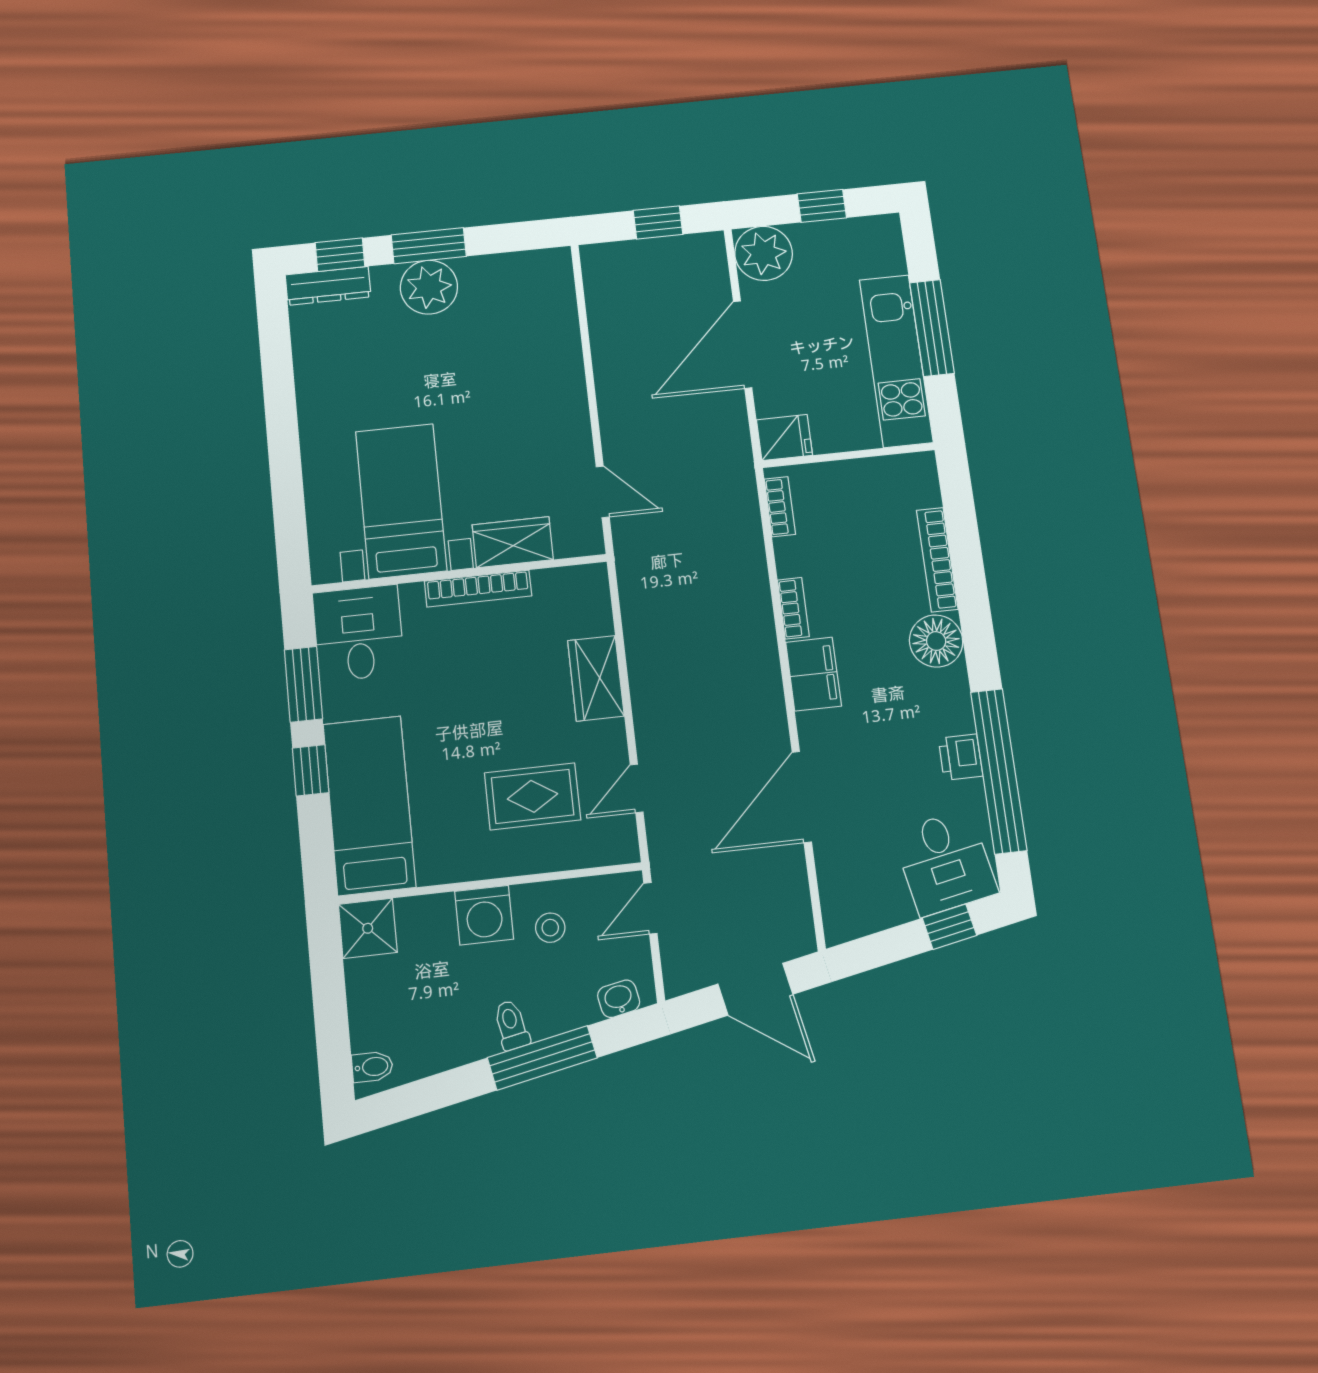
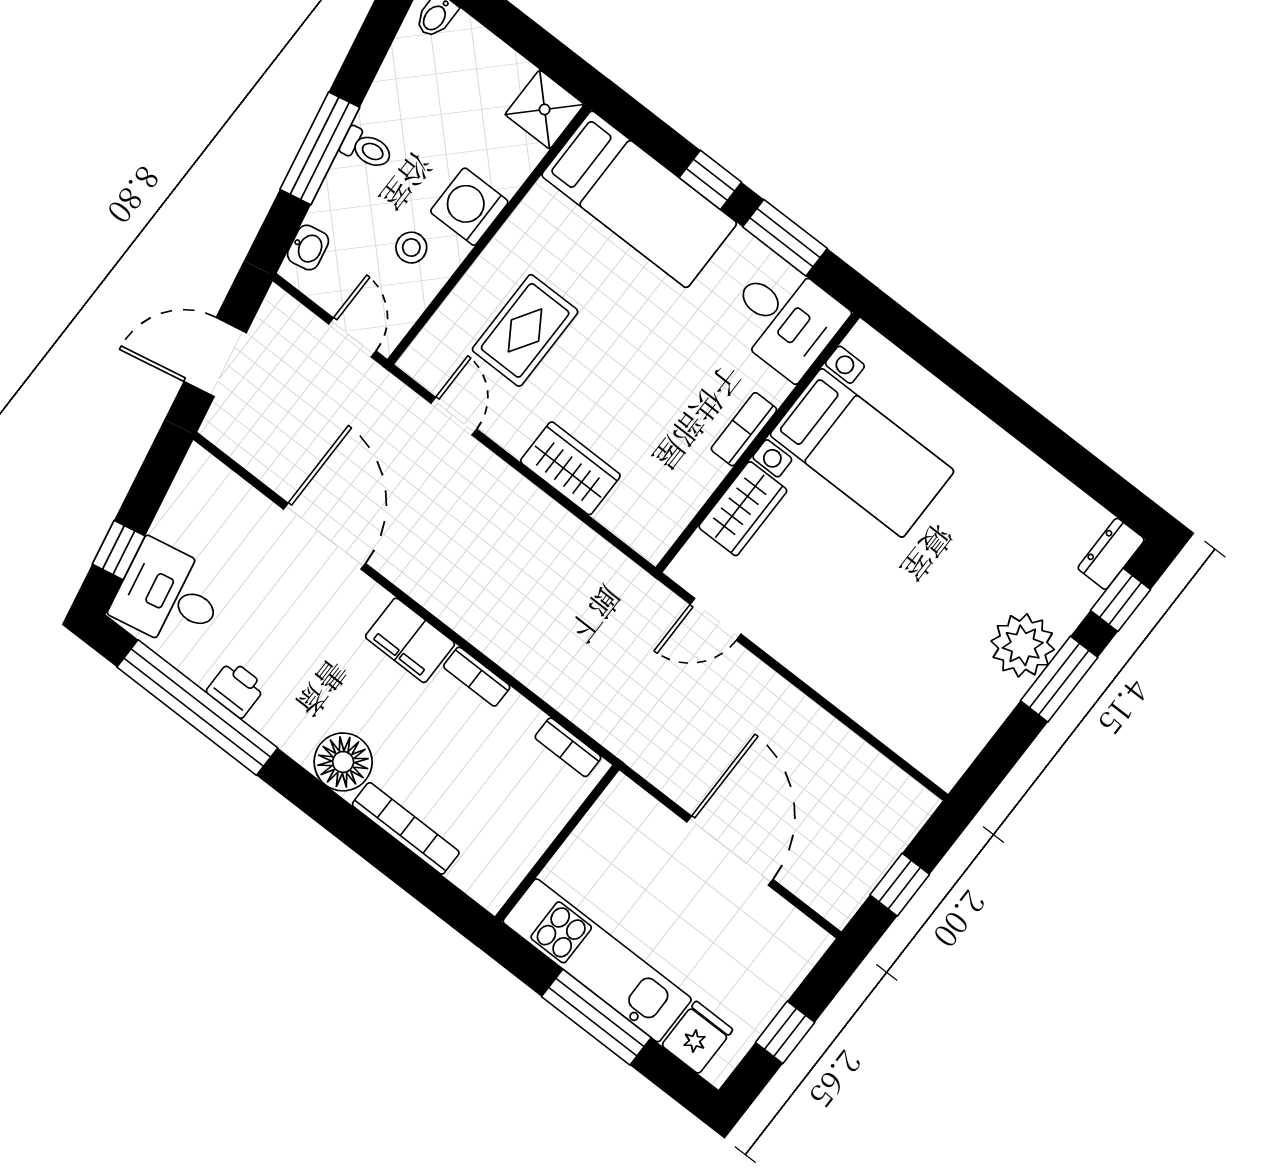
plant: (764, 253) -> (790, 944), removed
dresser: (328, 286) -> (1111, 554), width x0.70
fridge: (784, 437) -> (697, 1037), moved, turned 180
bookcase: (478, 589) -> (744, 429), width x0.64

